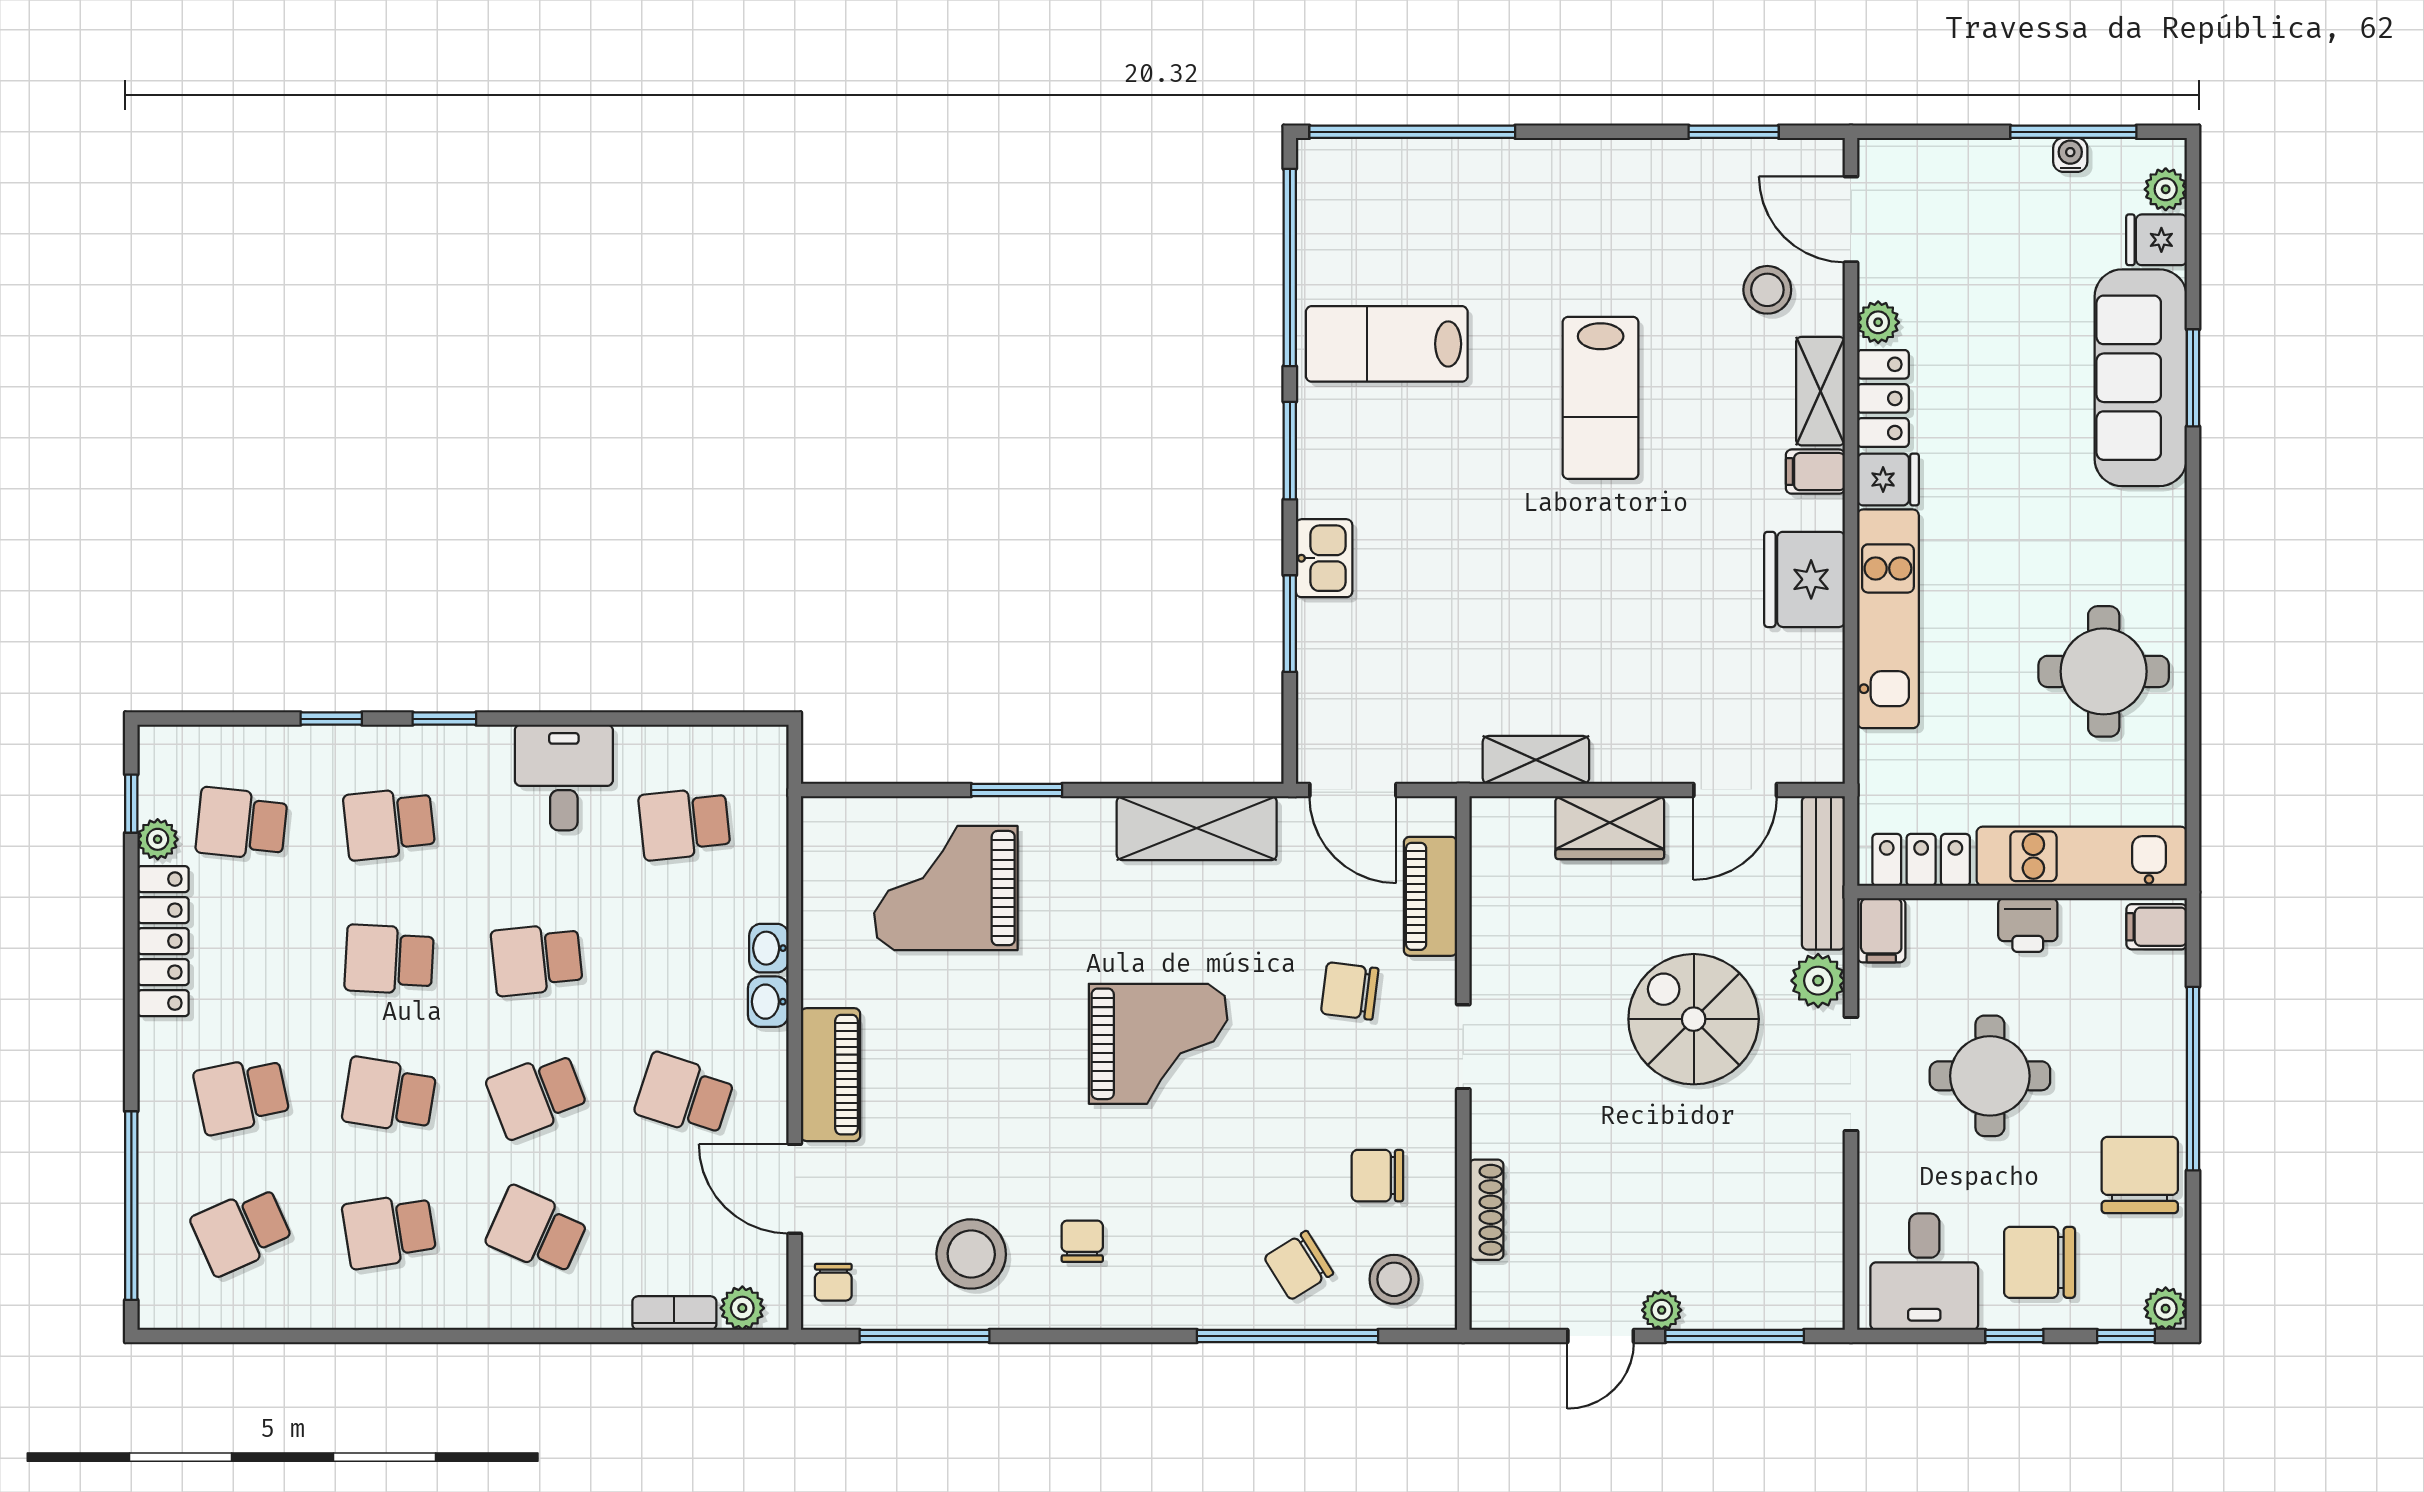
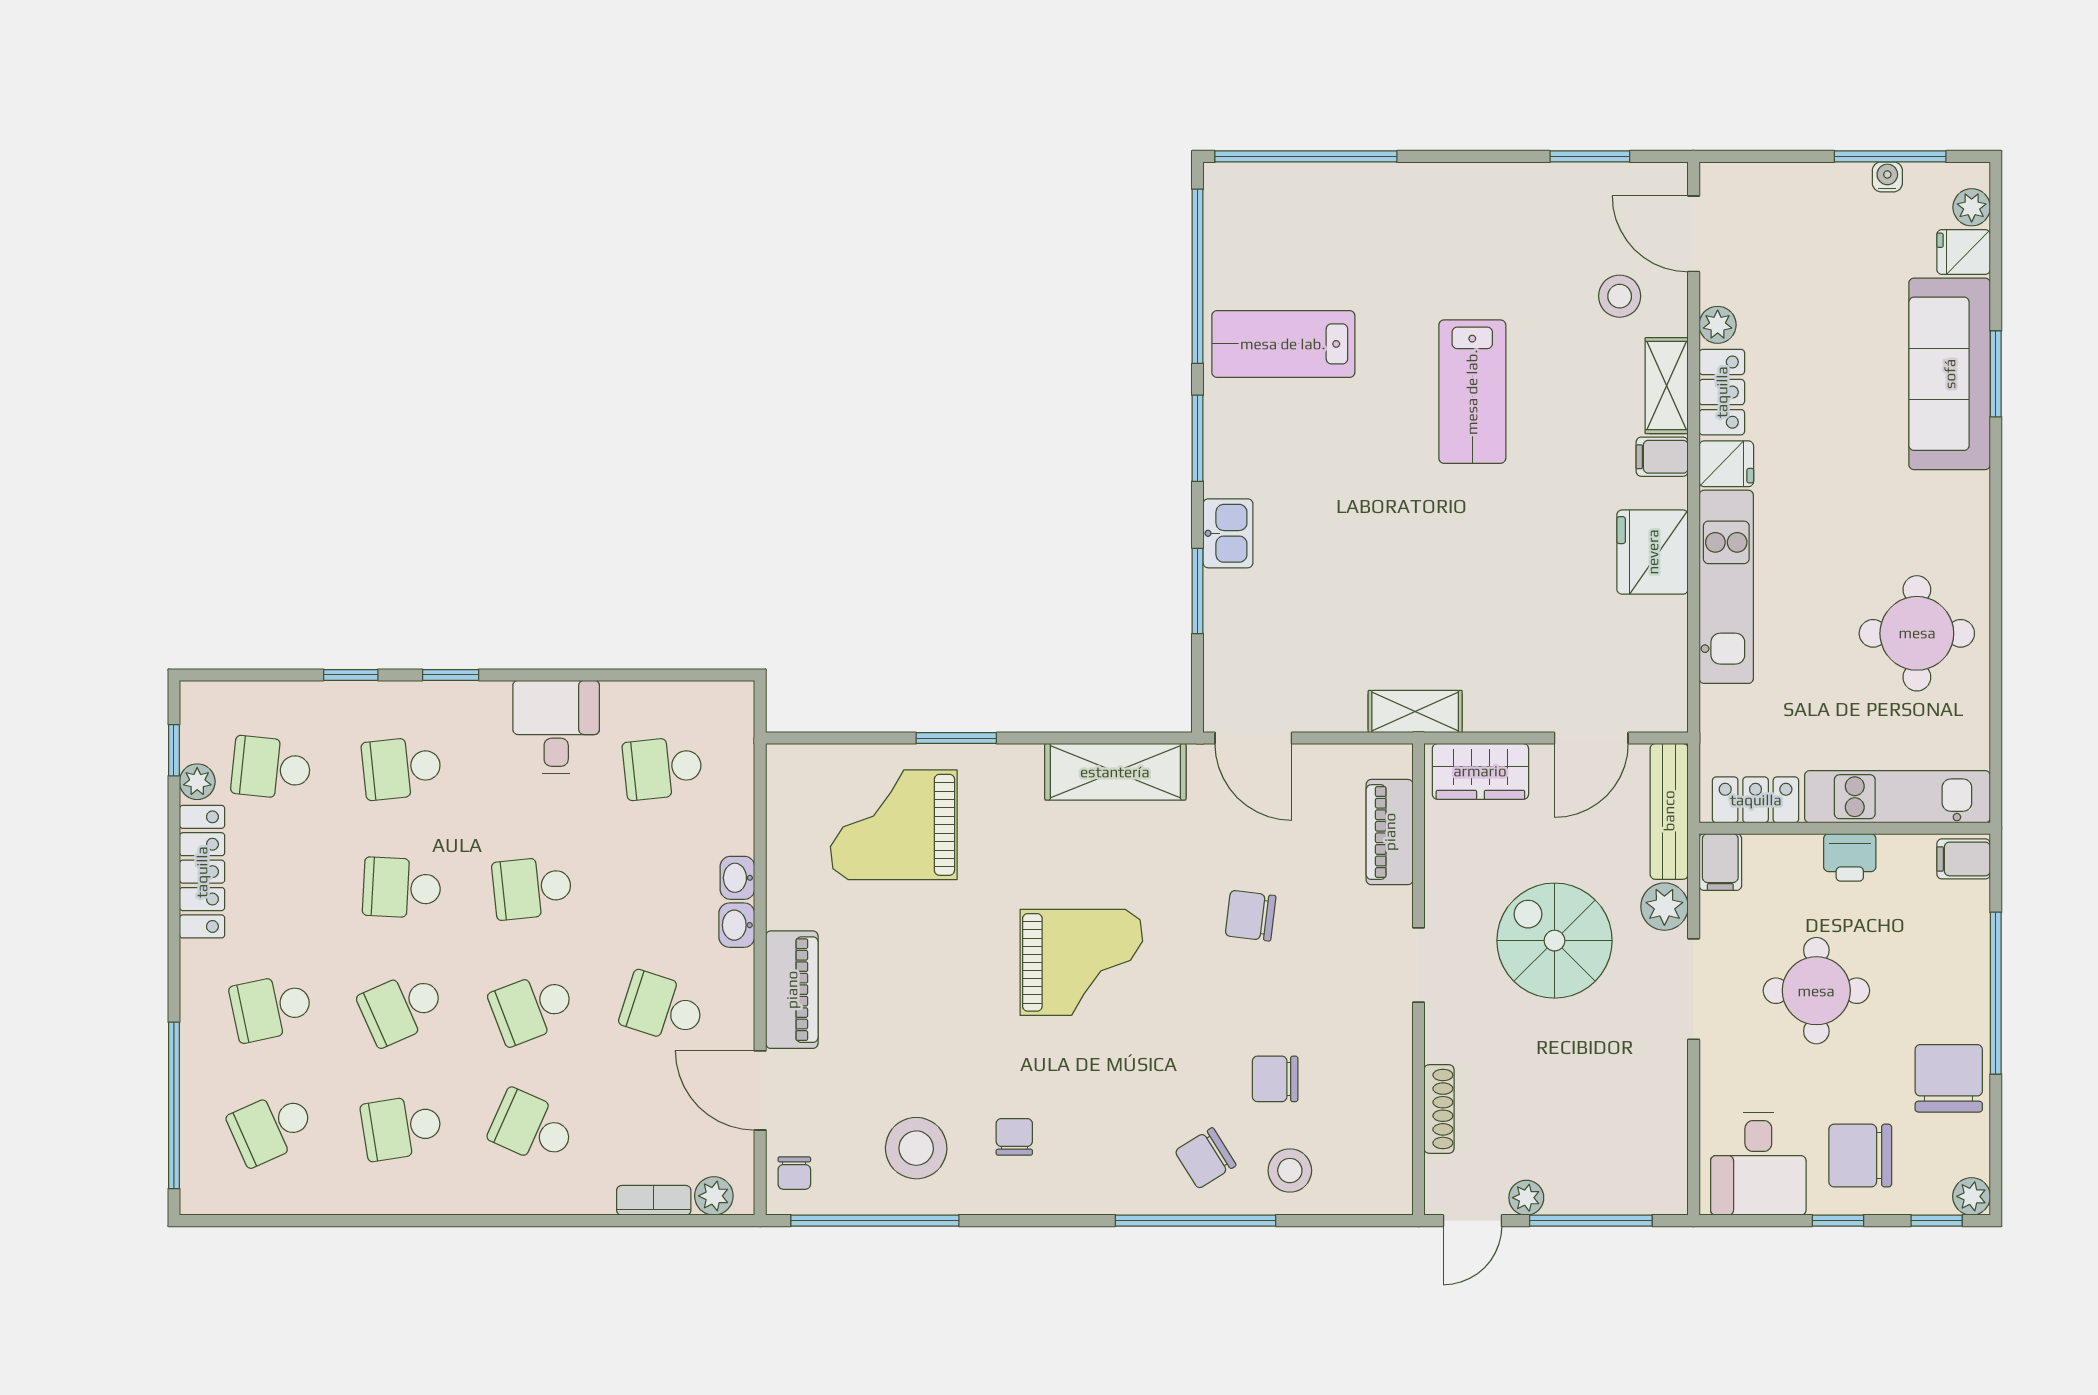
piano: (1430, 896) -> (1390, 832), moved
doorway: (1463, 1047) -> (1419, 965), moved
wall: (1463, 1063) -> (1419, 979), moved
school desk: (389, 1095) -> (402, 1008), turned -33
shoe rack: (1486, 1210) -> (1439, 1109), moved
window: (925, 1336) -> (875, 1221), width x1.46

